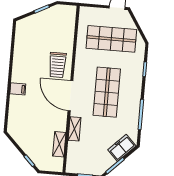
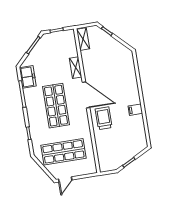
filing cabinet: (18, 89) -> (135, 110), moved
shelving: (59, 144) -> (83, 39), moved
freezer: (122, 148) -> (28, 77), moved, turned -45

